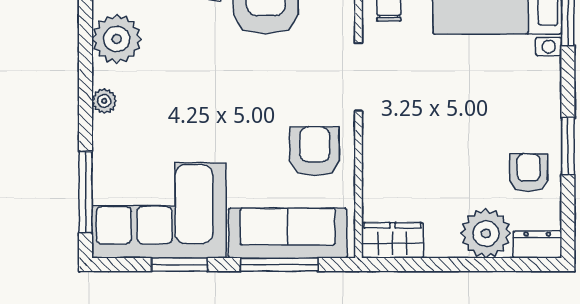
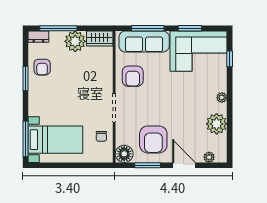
window: (86, 192) -> (230, 59), width x0.46
plant: (486, 234) -> (75, 41), moved
window: (490, 265) -> (58, 28), added

